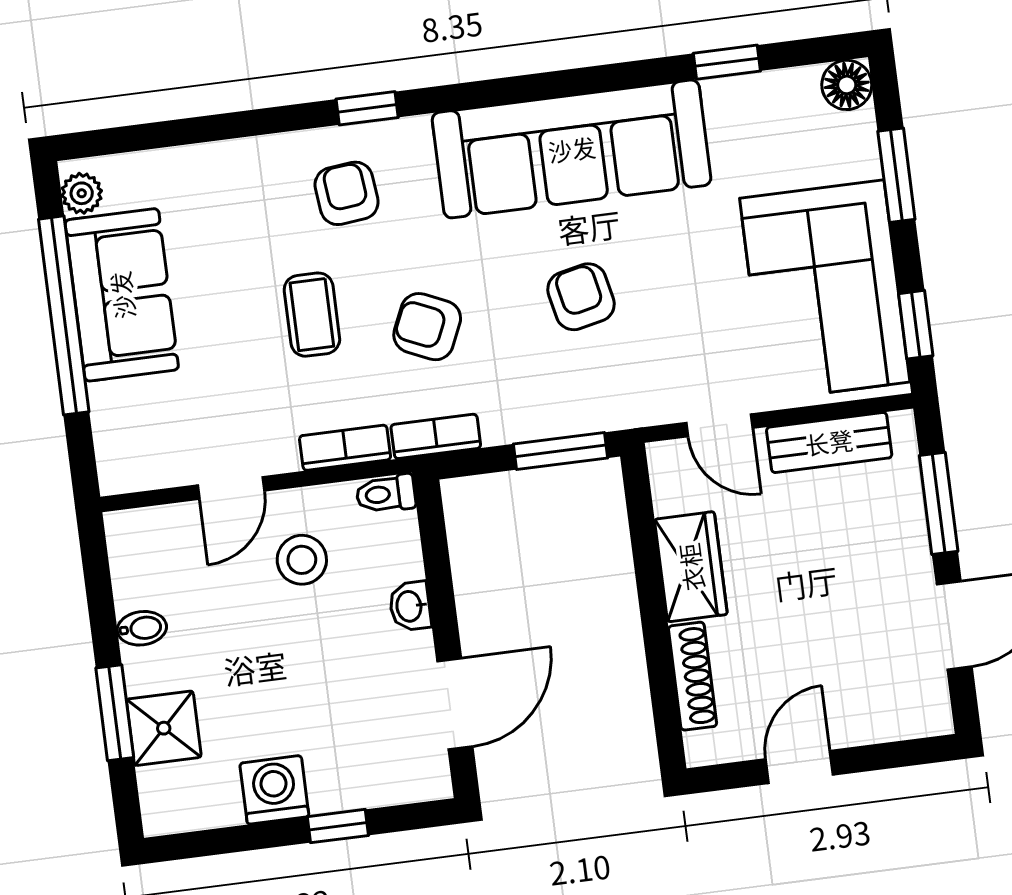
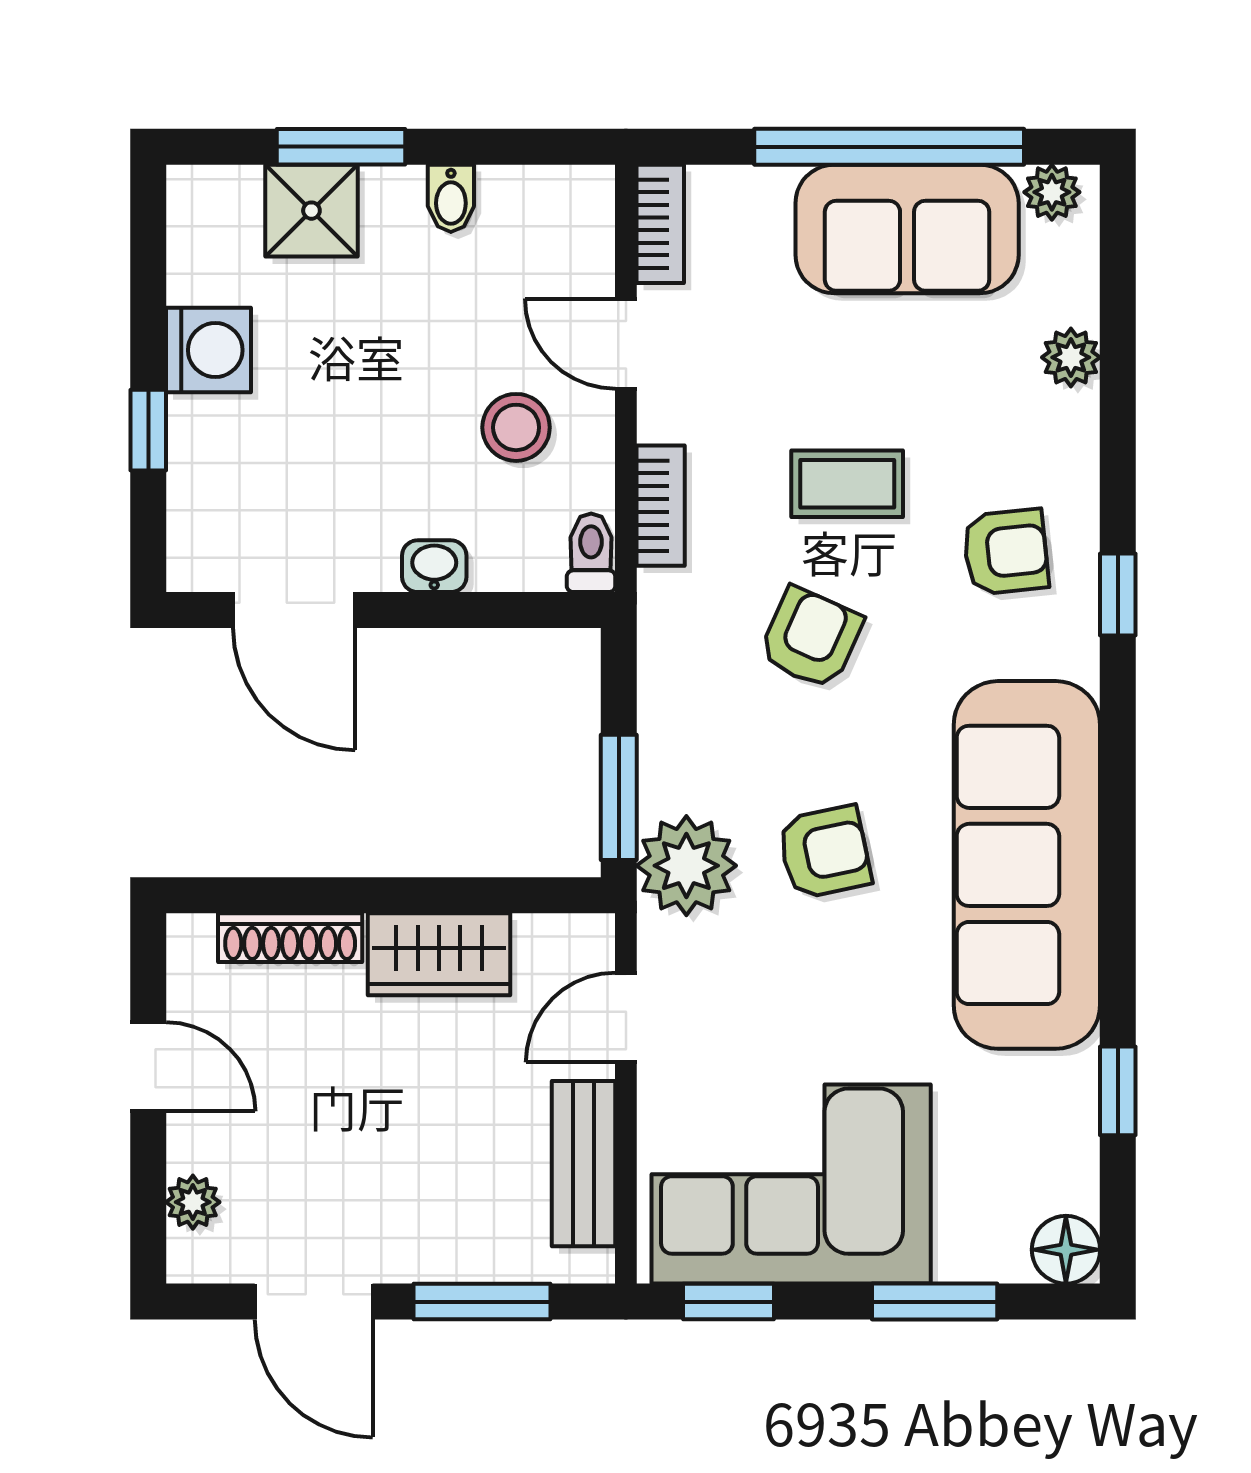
plant: (200, 164) -> (1071, 357), added
plant: (604, 396) -> (686, 866), added
bookcase: (436, 436) -> (660, 224), moved
plant: (893, 722) -> (193, 1202), added

